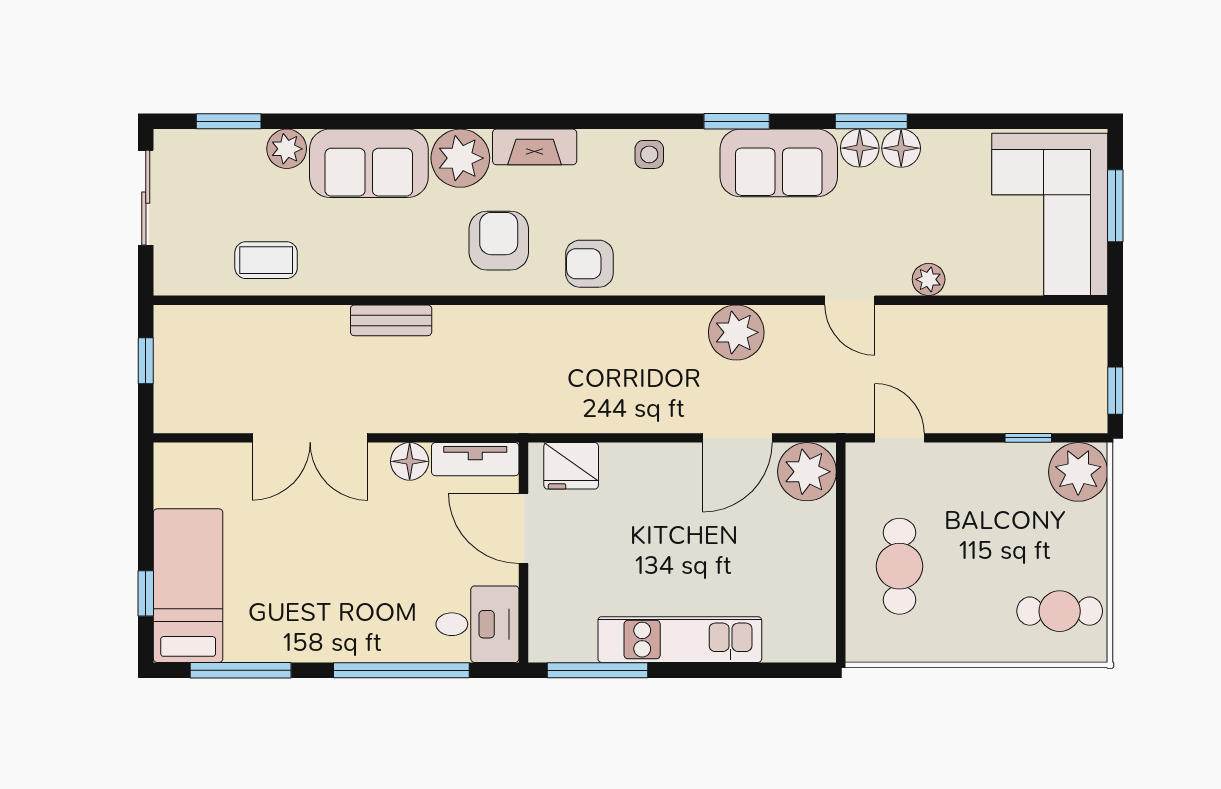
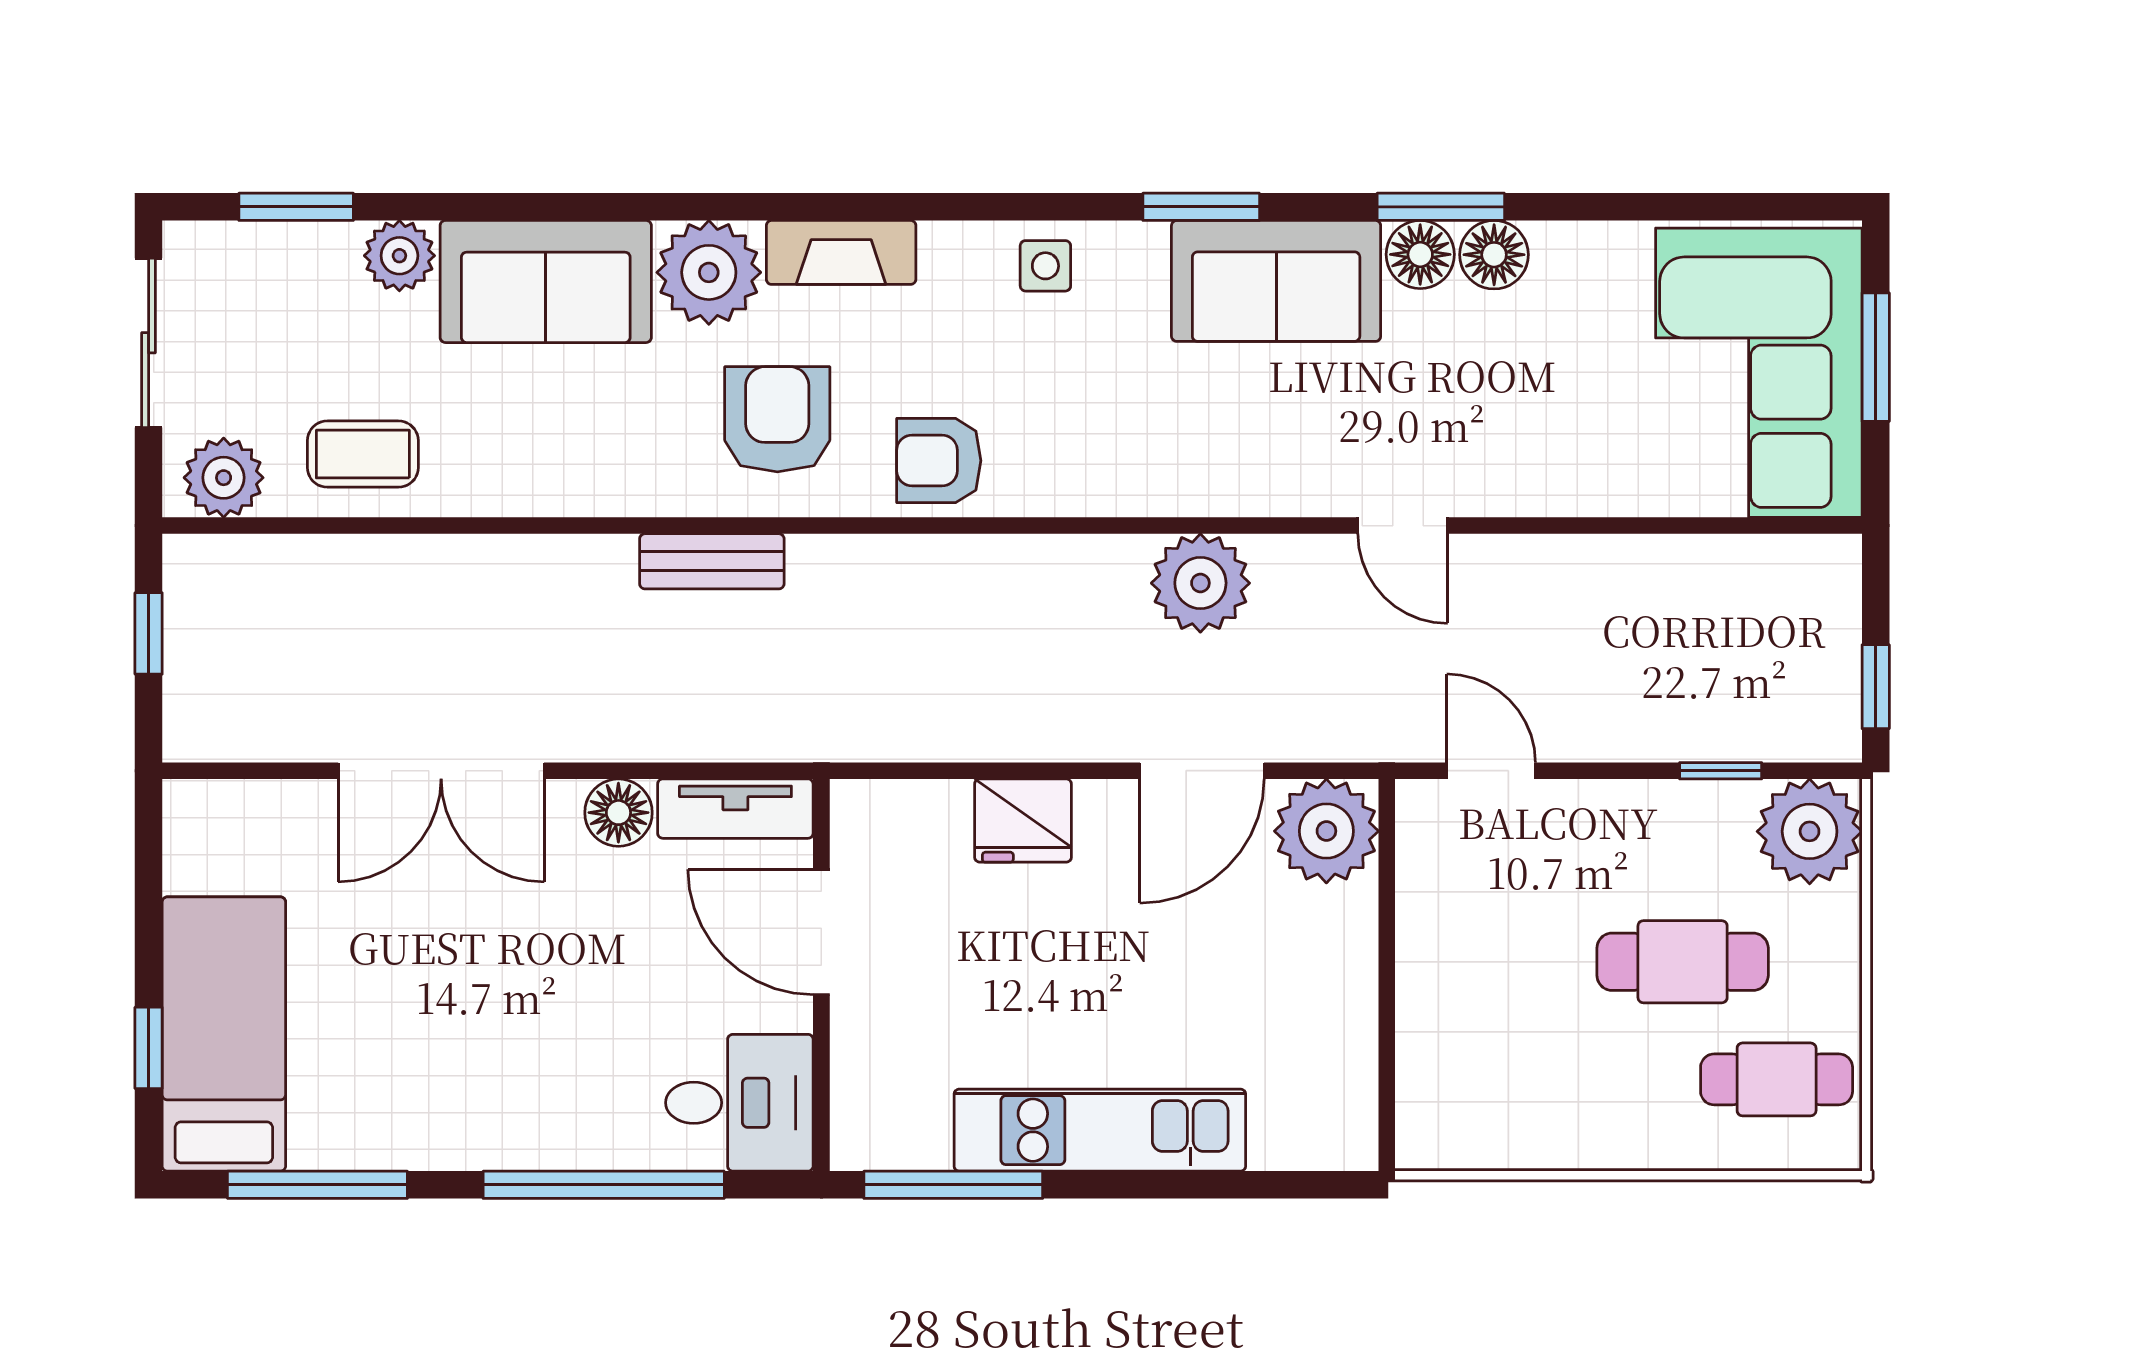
plant: (929, 279) -> (224, 478), moved, width x1.38, depth x1.38
bench: (391, 320) -> (712, 561), moved
fridge: (571, 466) -> (1023, 821), moved
cafe table: (900, 566) -> (1683, 962), moved, turned 90

